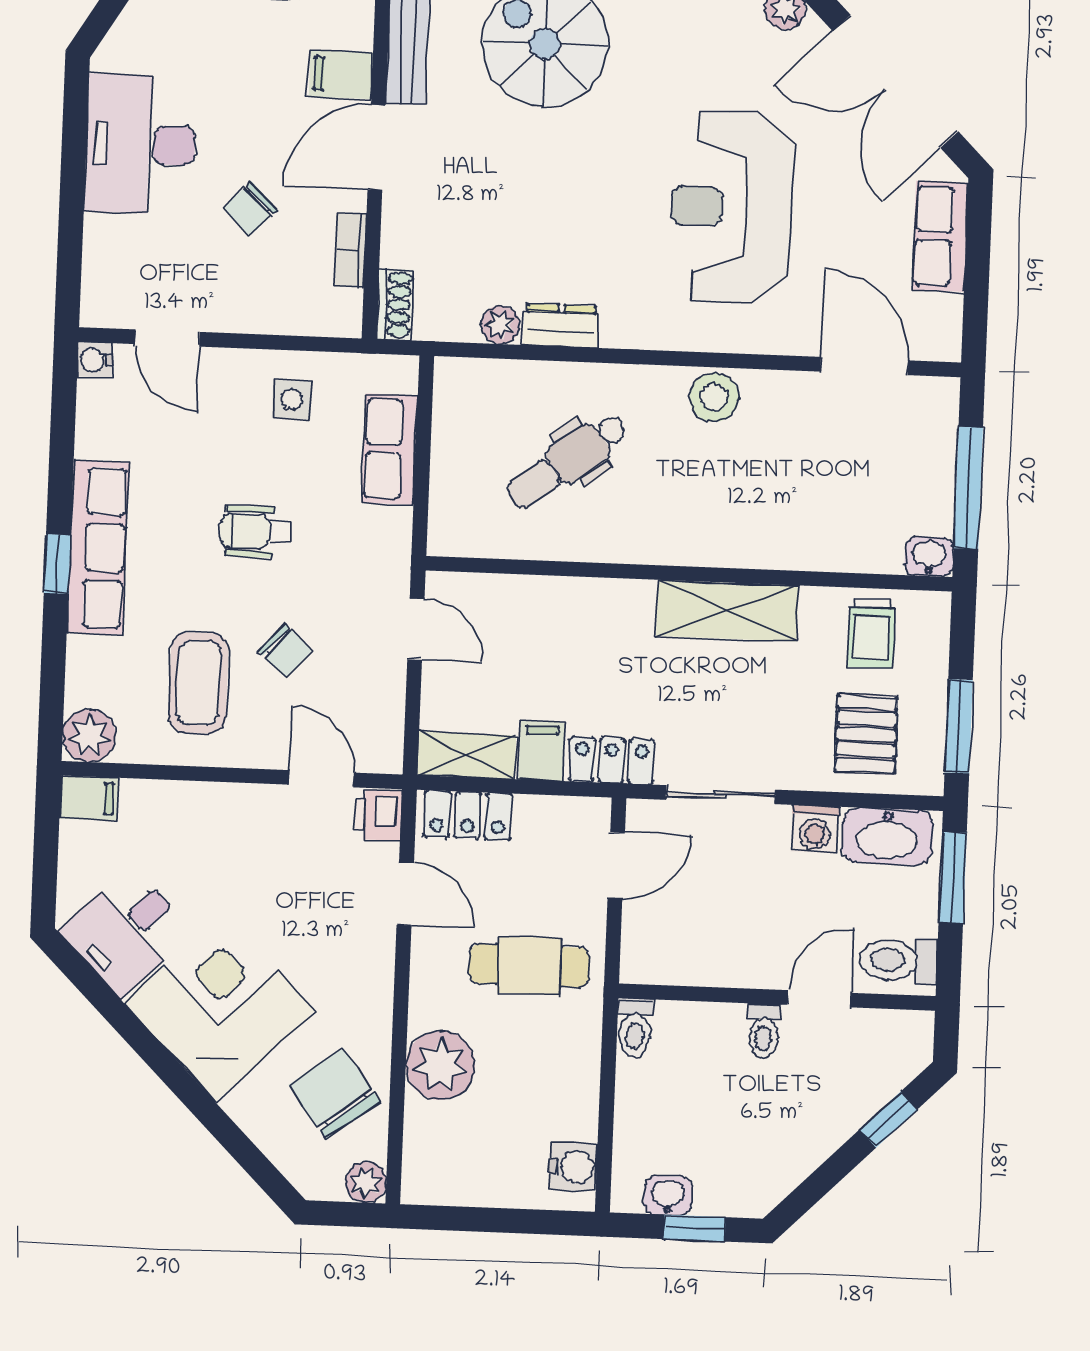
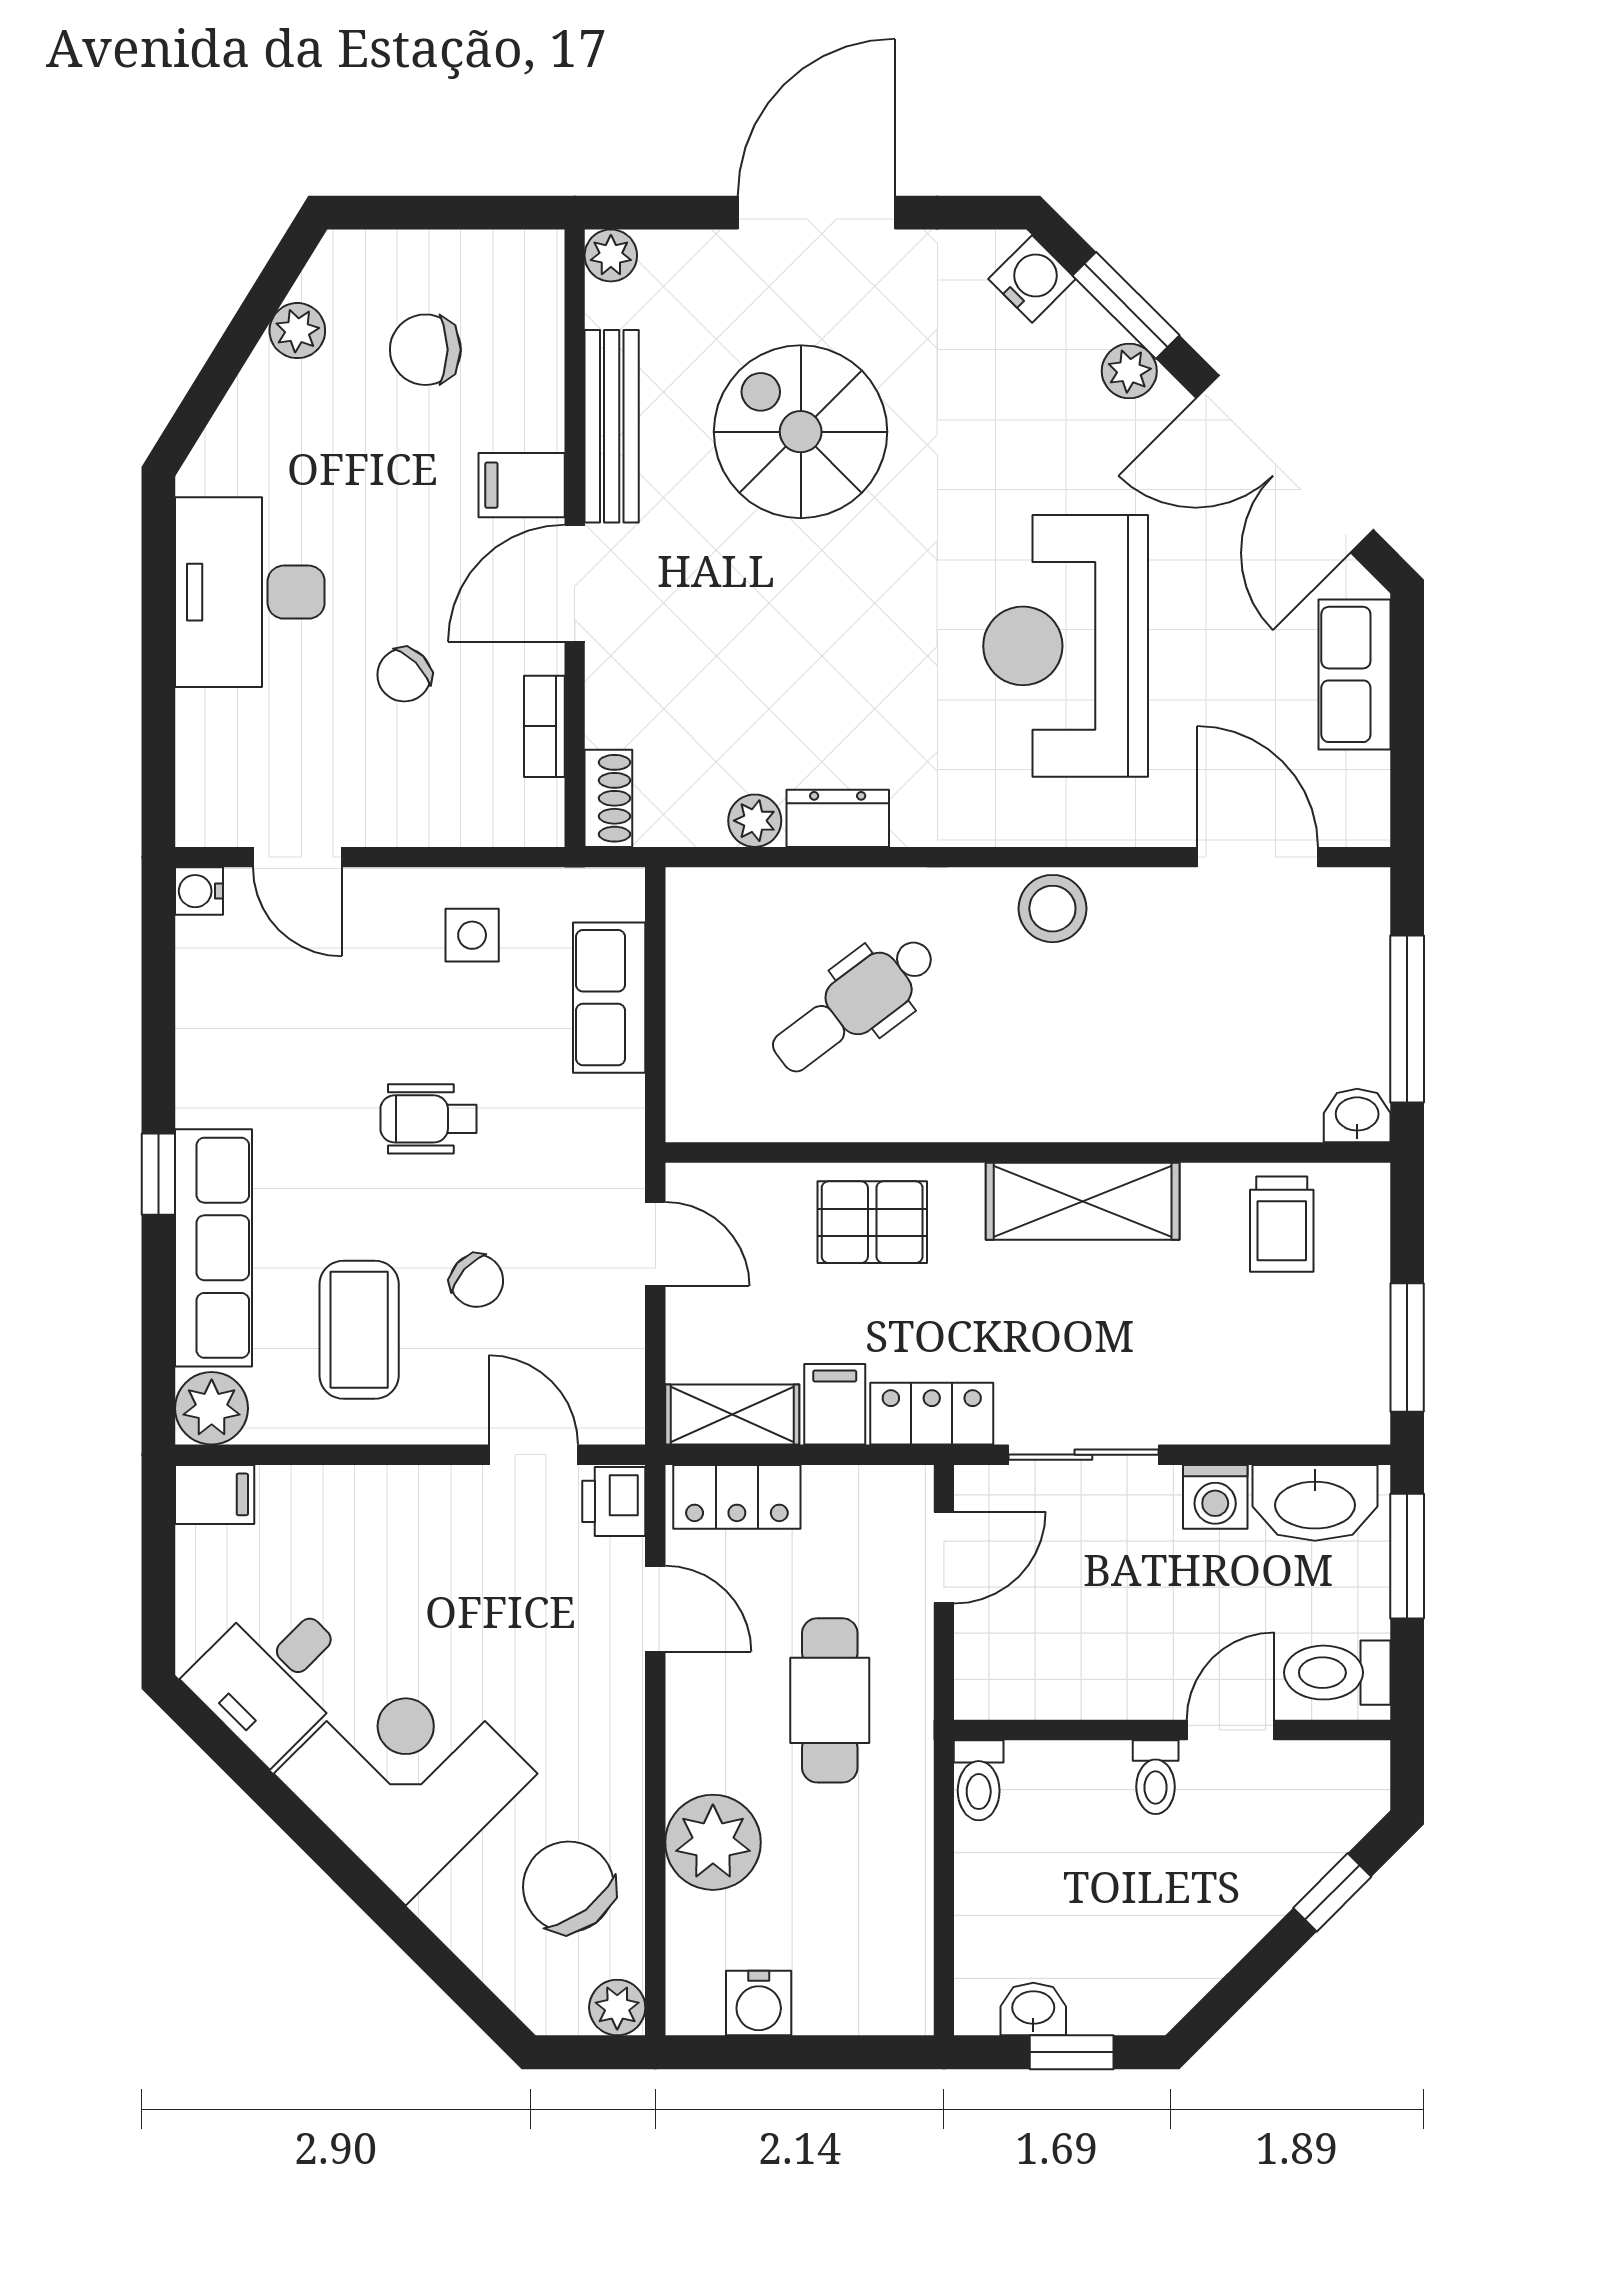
row of seats: (98, 547) -> (214, 1248), moved
pallet: (866, 734) -> (872, 1222), moved, turned 90
cafe table: (529, 966) -> (830, 1700), turned 90
water cooler: (573, 1167) -> (759, 2003), moved, turned 90

